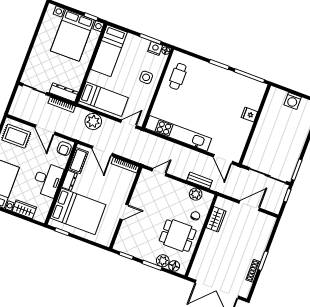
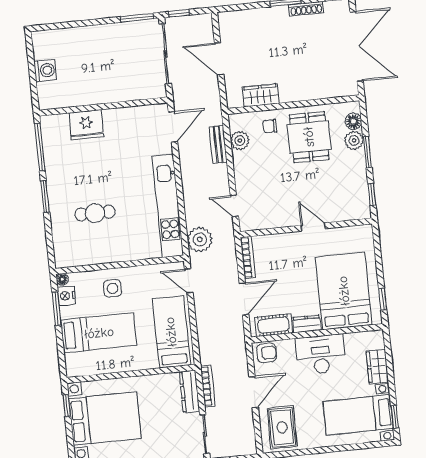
bed: (109, 51) -> (99, 333), moved
cafe table: (178, 76) -> (95, 213), moved
fridge: (249, 115) -> (86, 125), width x1.88, depth x1.34
plant: (93, 121) -> (200, 239), moved

